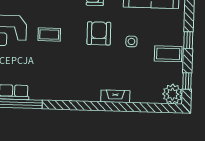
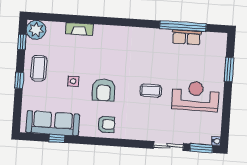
coffee table: (168, 54) -> (39, 68), turned 90
fireplace: (115, 96) -> (79, 29), moved

